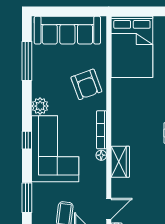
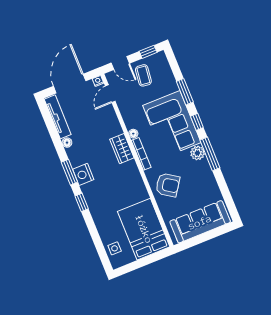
window: (27, 61) -> (210, 154), moved
armchair: (86, 84) -> (168, 185), turned 144
wardrobe: (120, 162) -> (122, 149), moved
window: (27, 198) -> (185, 92), moved

